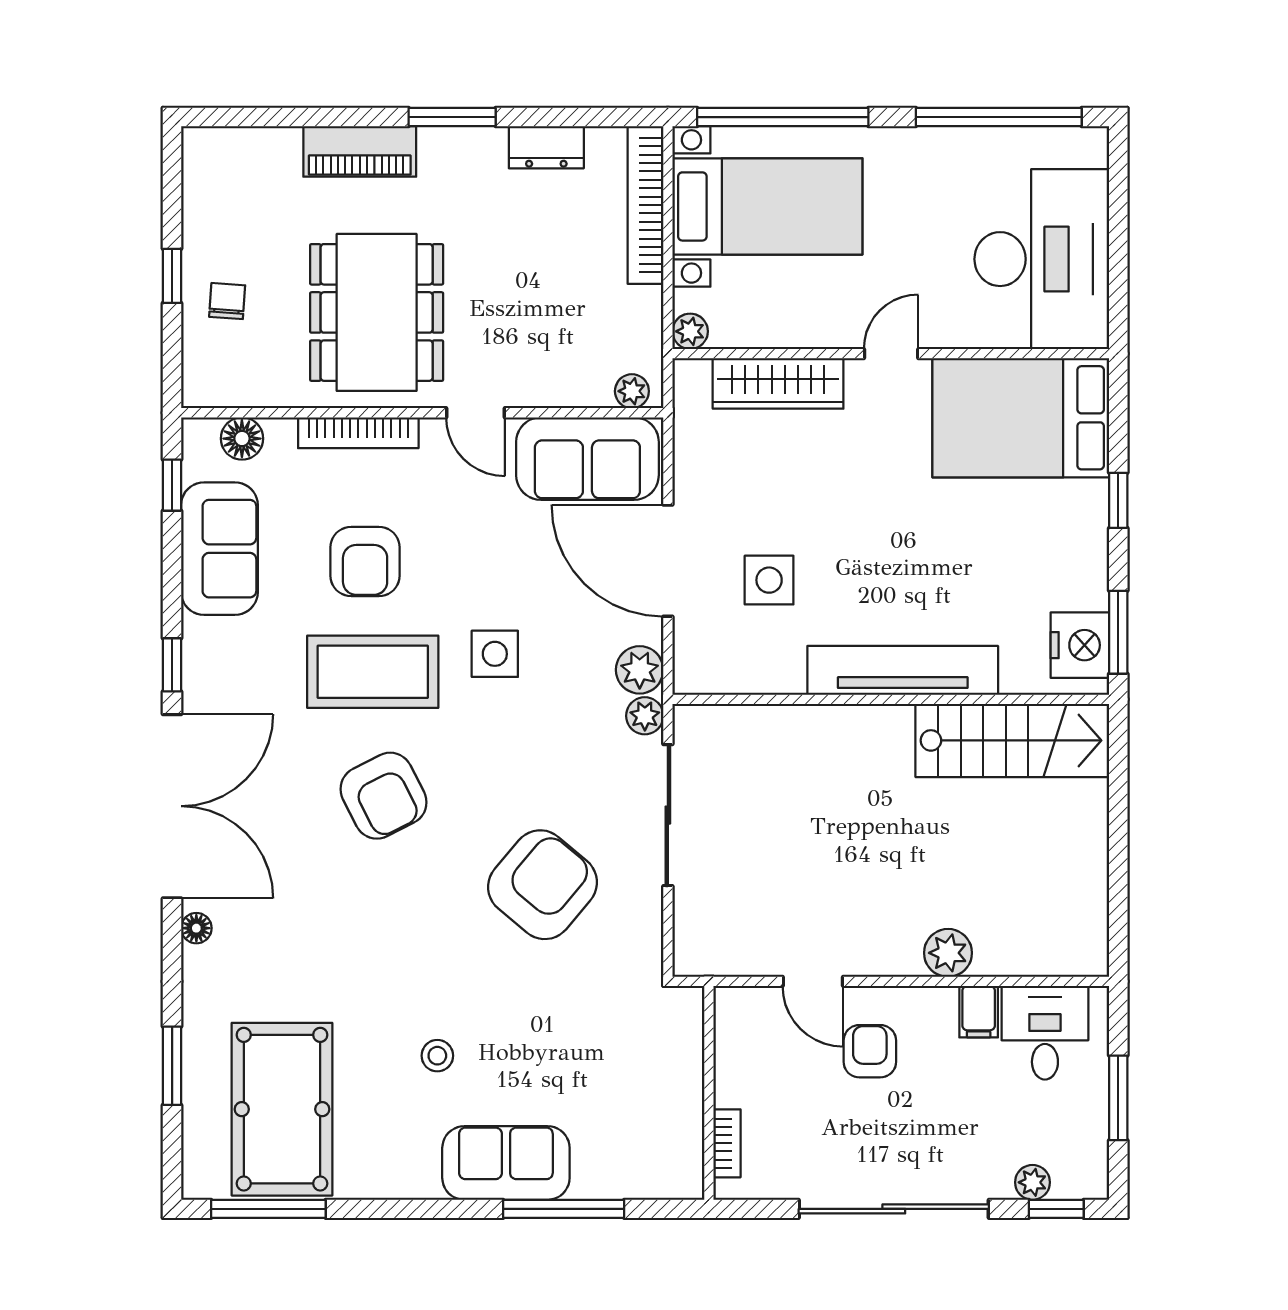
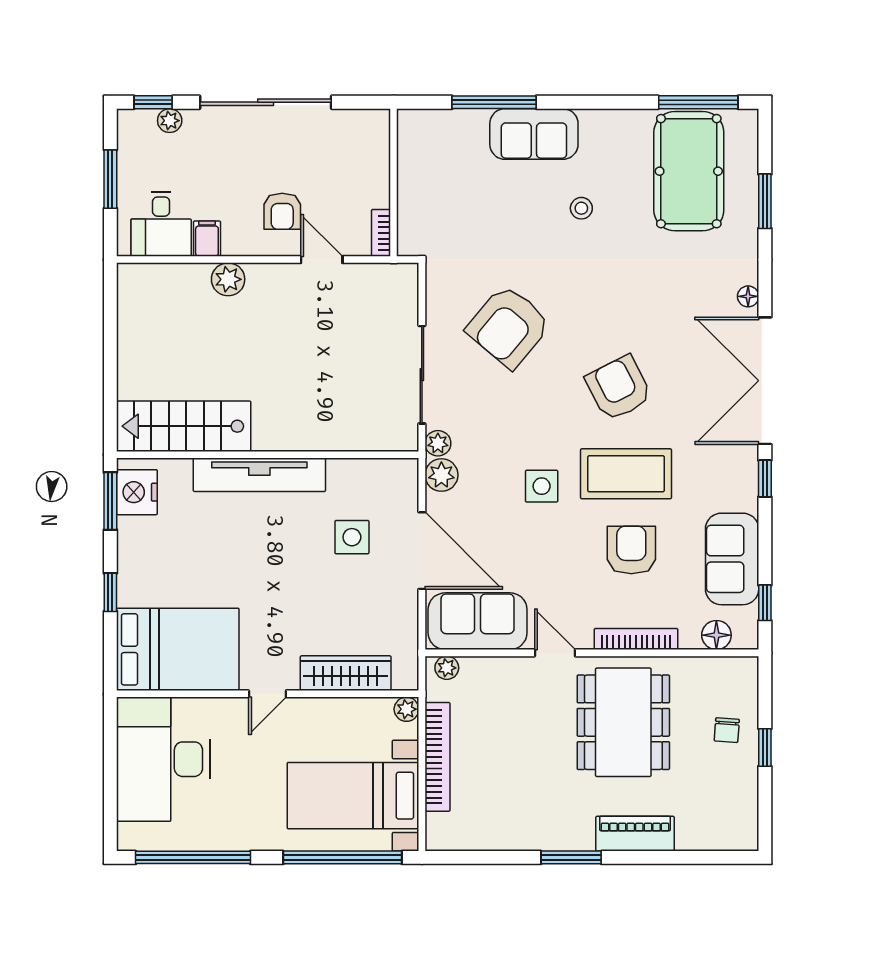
dresser: (546, 147) -> (506, 837), removed
bookcase: (645, 205) -> (437, 757), moved
bookcase: (727, 1143) -> (381, 233), moved

